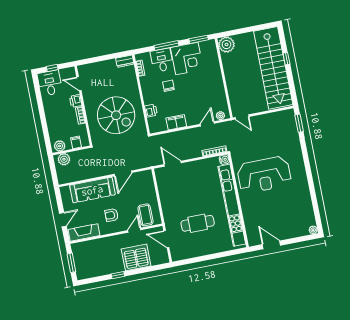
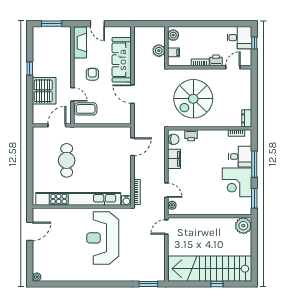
chair: (168, 86) -> (174, 139), moved
plant: (64, 159) -> (159, 51), moved

